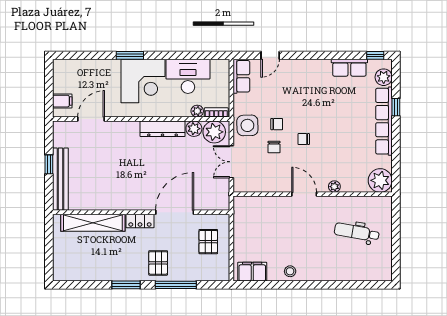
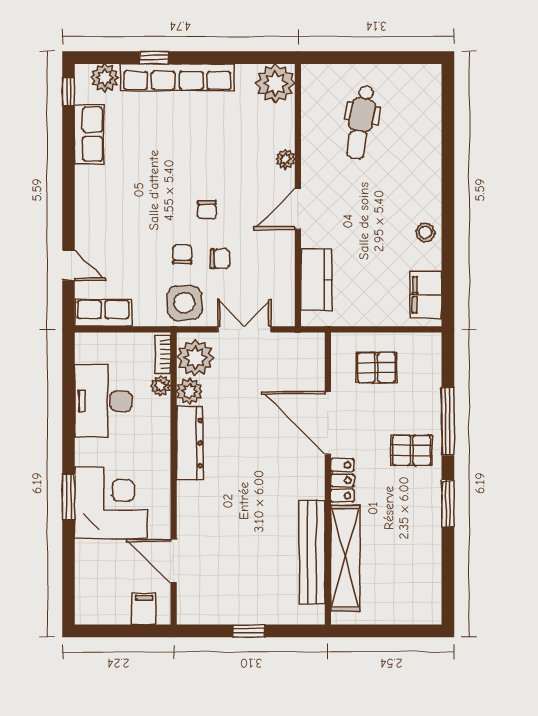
corner desk: (143, 81) -> (111, 503), moved
double door: (231, 162) -> (244, 329), swing flipped
bench: (60, 179) -> (312, 553), moved, turned 90
kitchen counter: (262, 205) -> (316, 279), added

